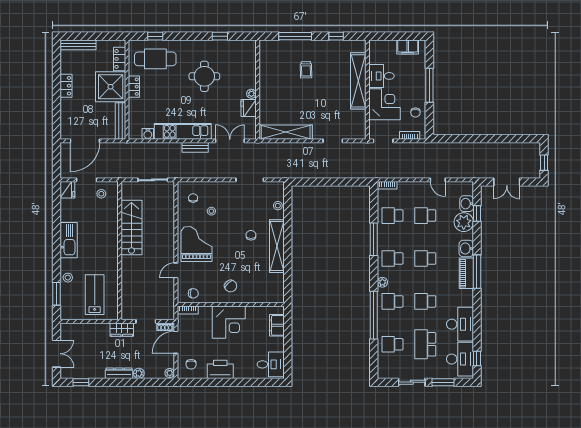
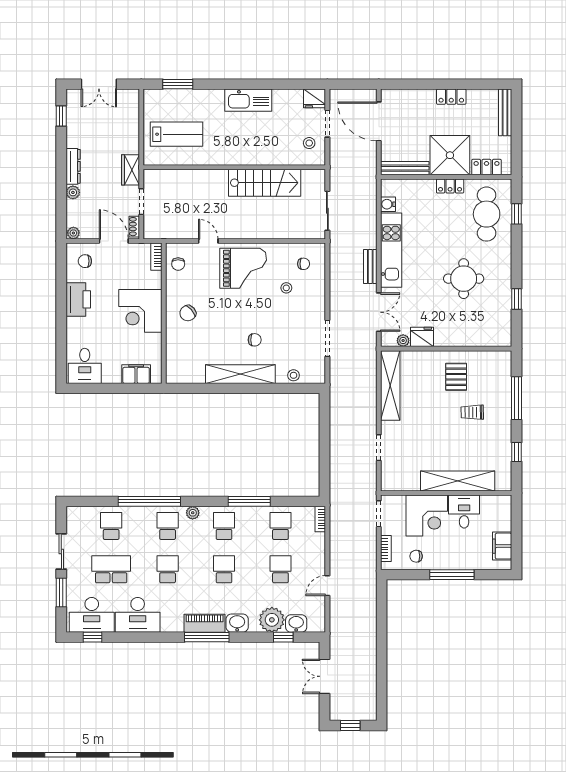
pallet: (279, 82) -> (456, 377), added
plant: (251, 94) -> (403, 341), moved
stool: (68, 278) -> (199, 99), removed

